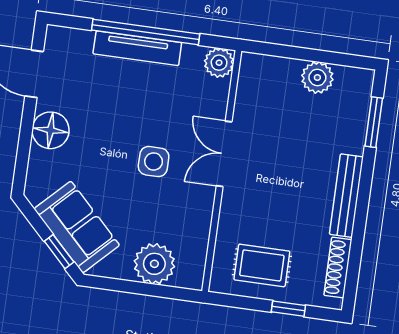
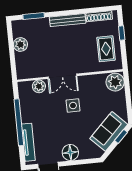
tv unit: (137, 48) -> (28, 142), moved
plant: (219, 63) -> (39, 86), moved
plant: (154, 264) -> (115, 82), moved

